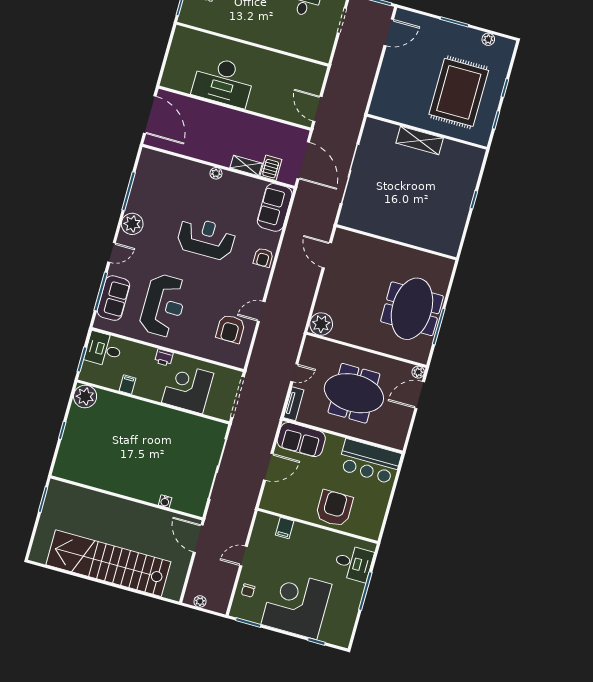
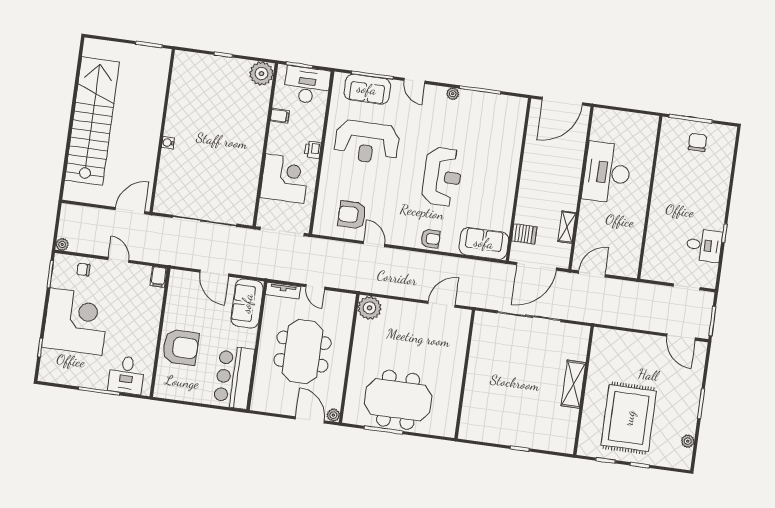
rug: (459, 92) -> (629, 418), turned 90
shelving: (246, 165) -> (567, 227), moved
plant: (216, 173) -> (511, 178), removed
plant: (132, 224) -> (453, 94), width x0.53, depth x0.53
armchair: (263, 257) -> (430, 239), turned 180
desk: (103, 349) -> (307, 85), width x1.37
water cooler: (165, 501) -> (168, 143), moved
filing cabinet: (285, 528) -> (158, 277), moved, turned -90
plant: (200, 601) -> (62, 244), moved

